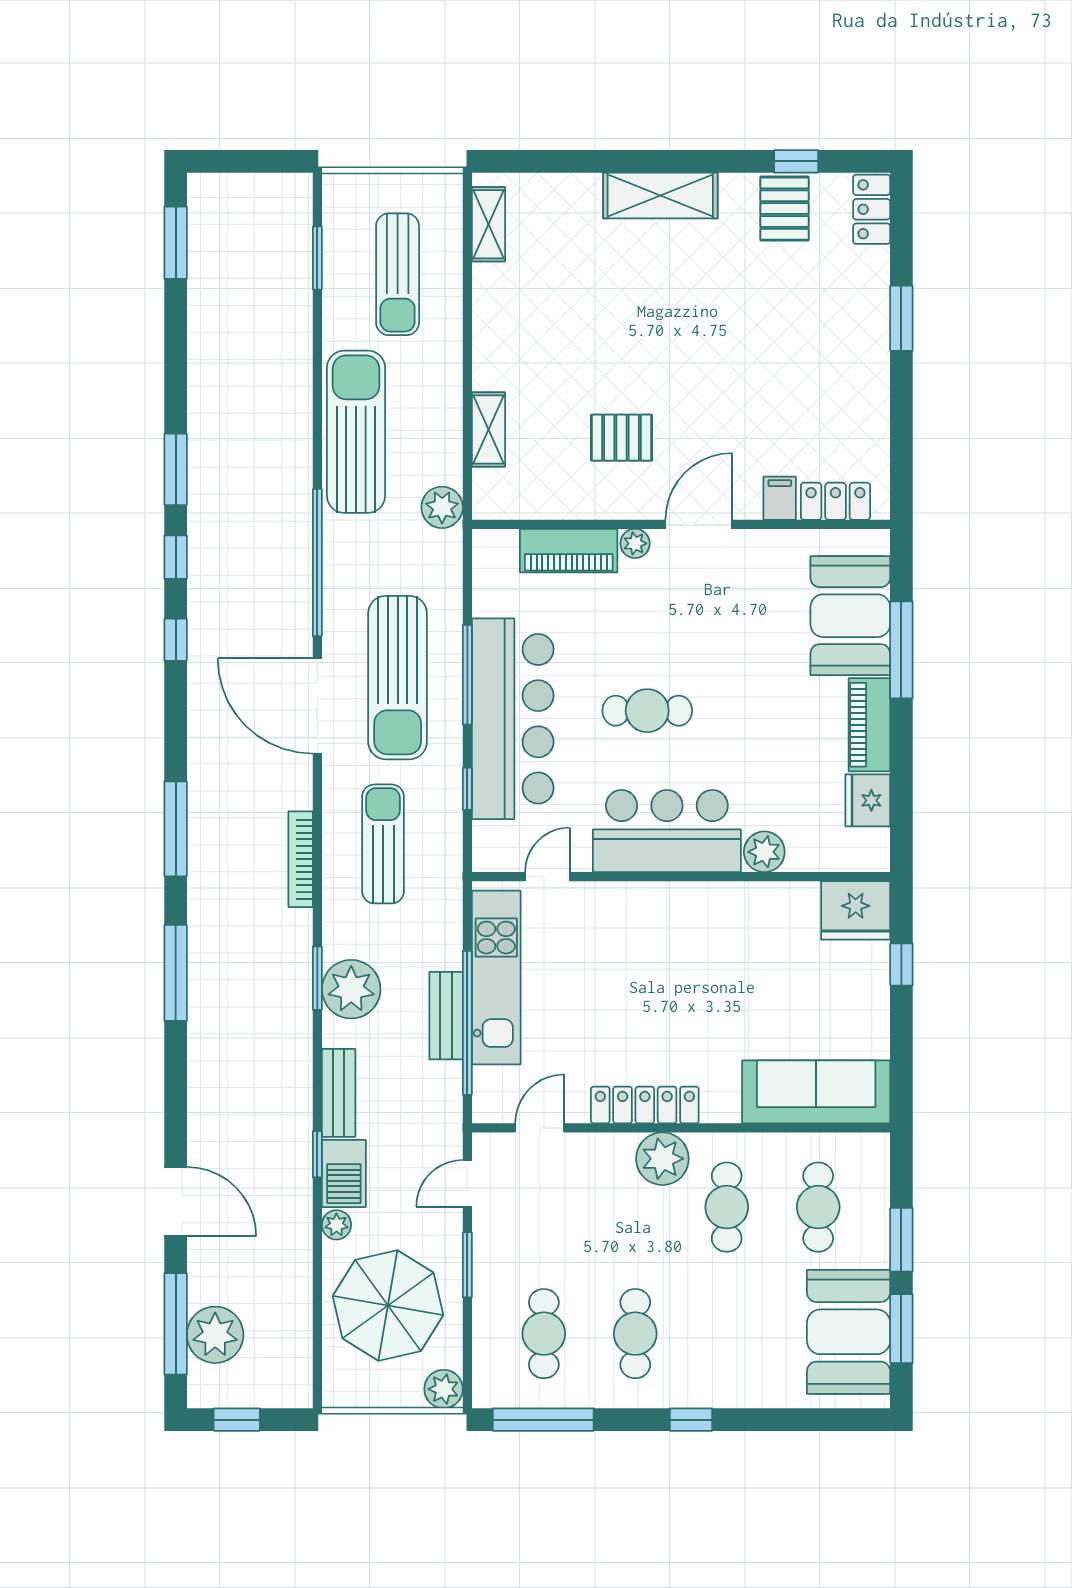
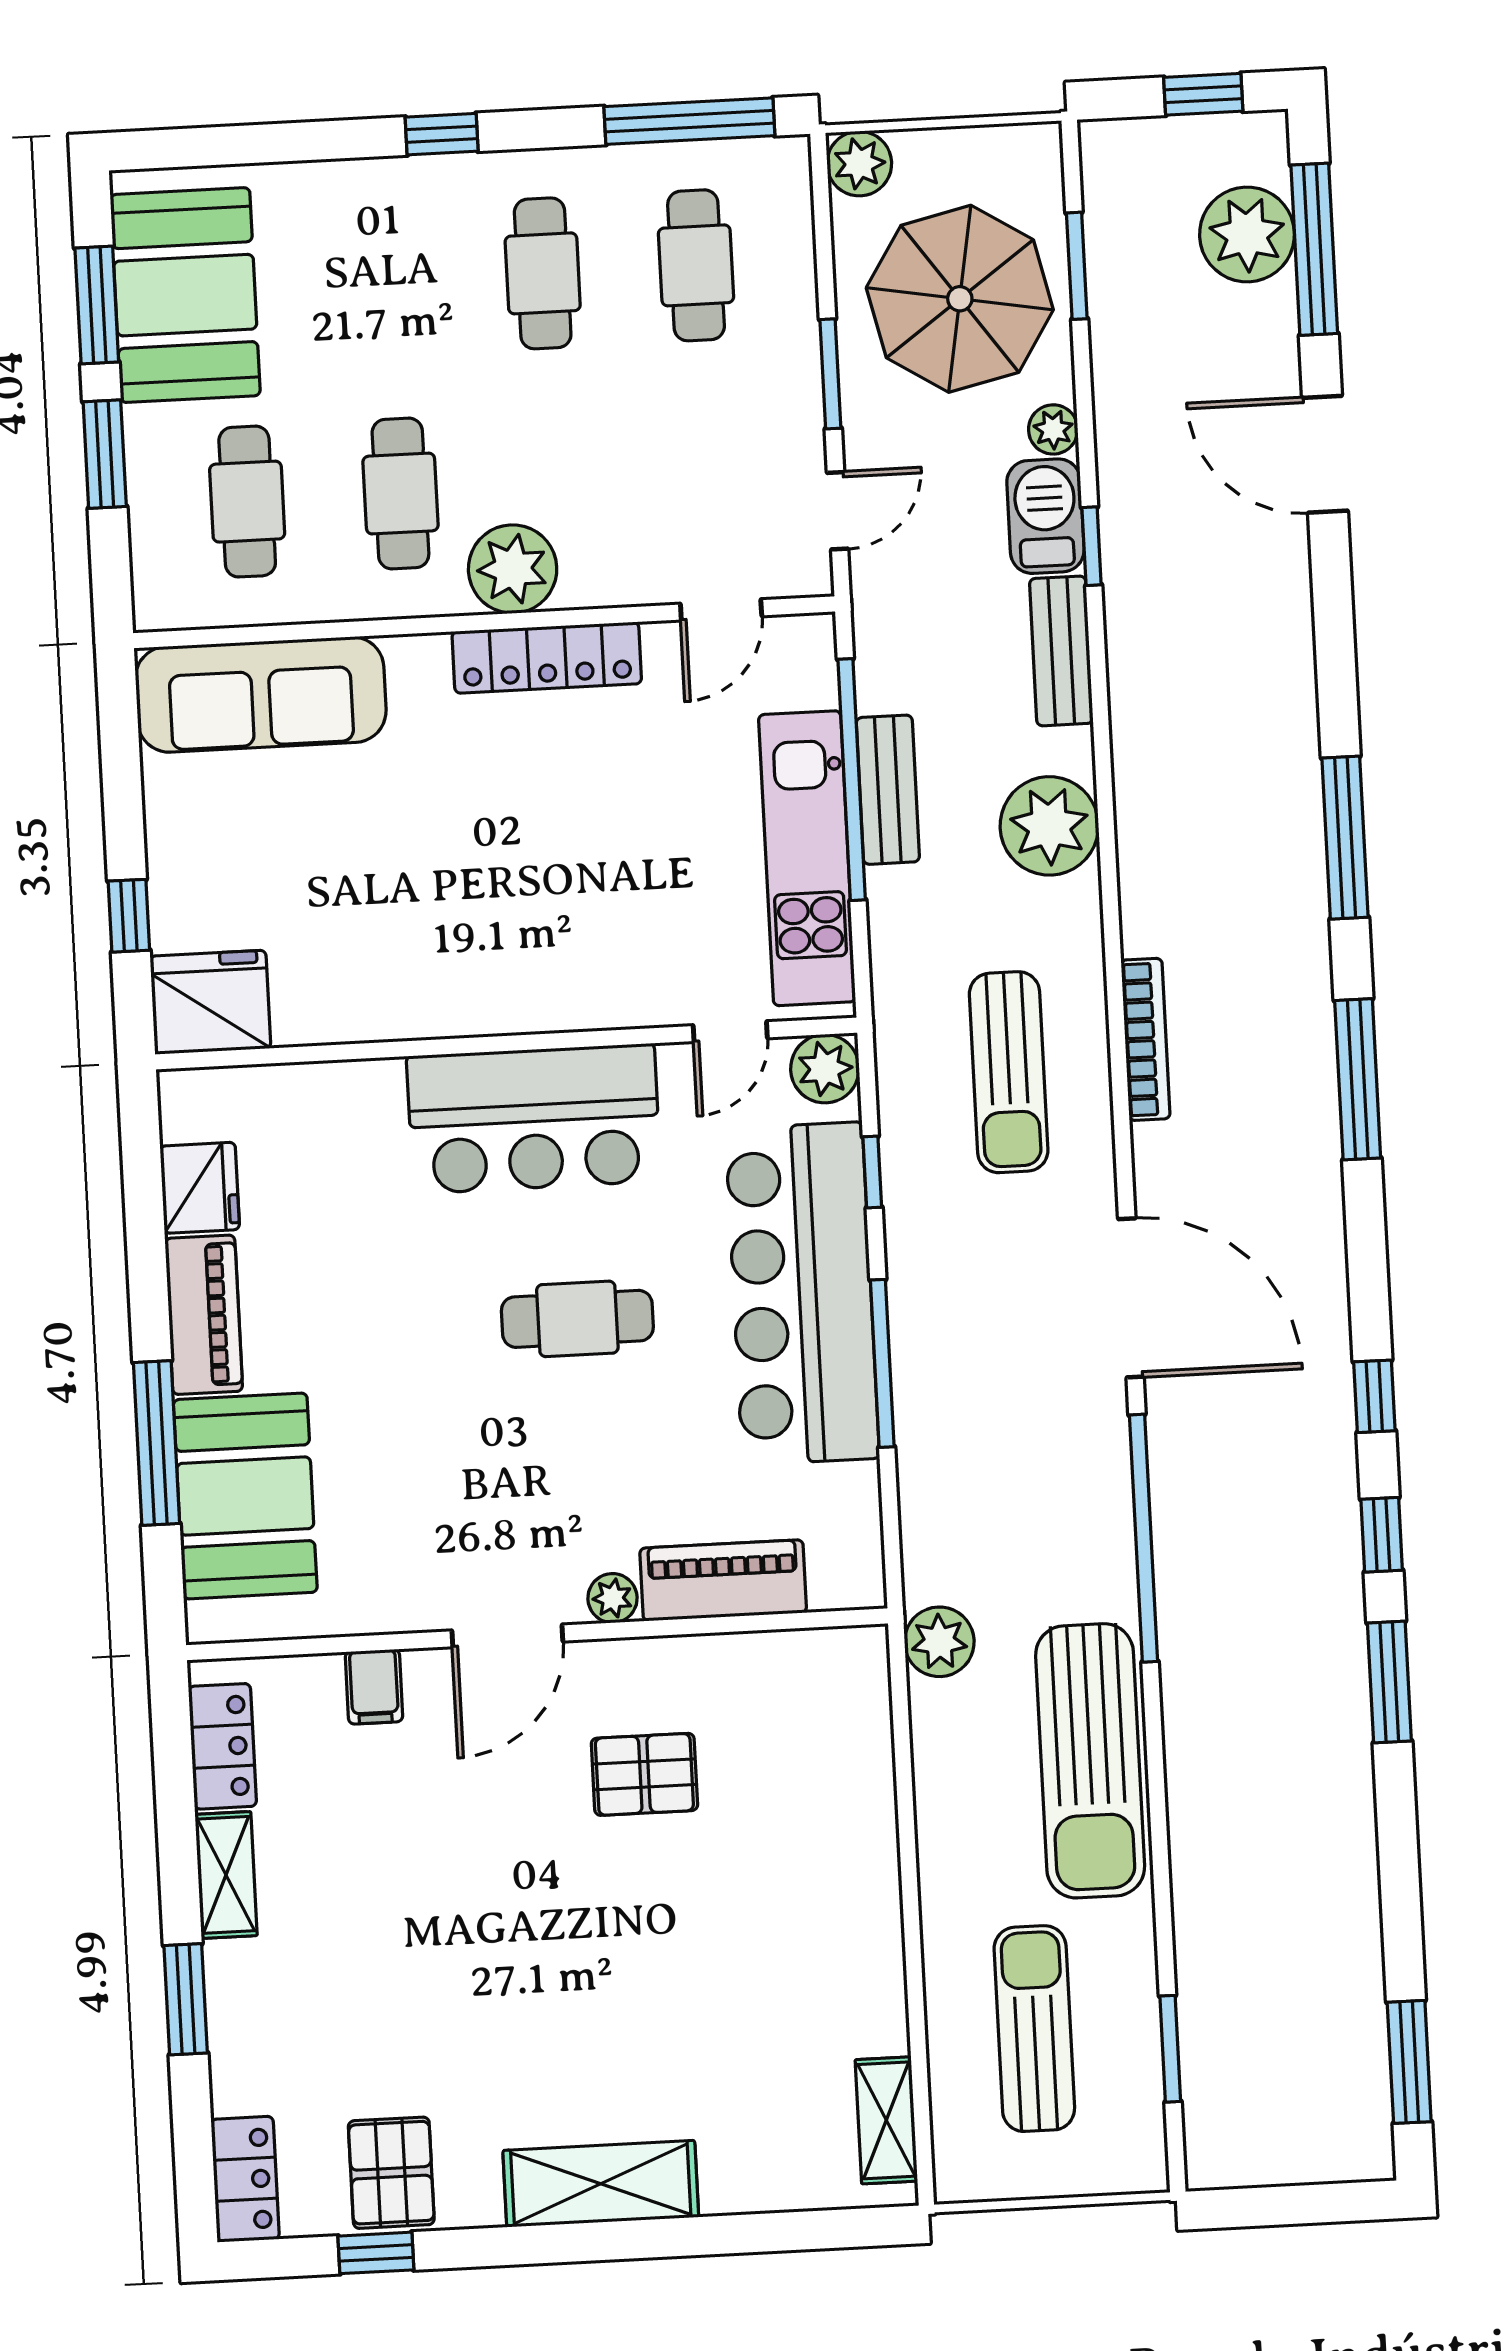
shelving: (488, 429) -> (226, 1875), moved
locker: (835, 501) -> (222, 1746), moved, turned -90
sun lounger: (398, 678) -> (999, 1352), removed
plant: (764, 852) -> (825, 1069), moved
window: (317, 978) -> (1077, 266), moved

